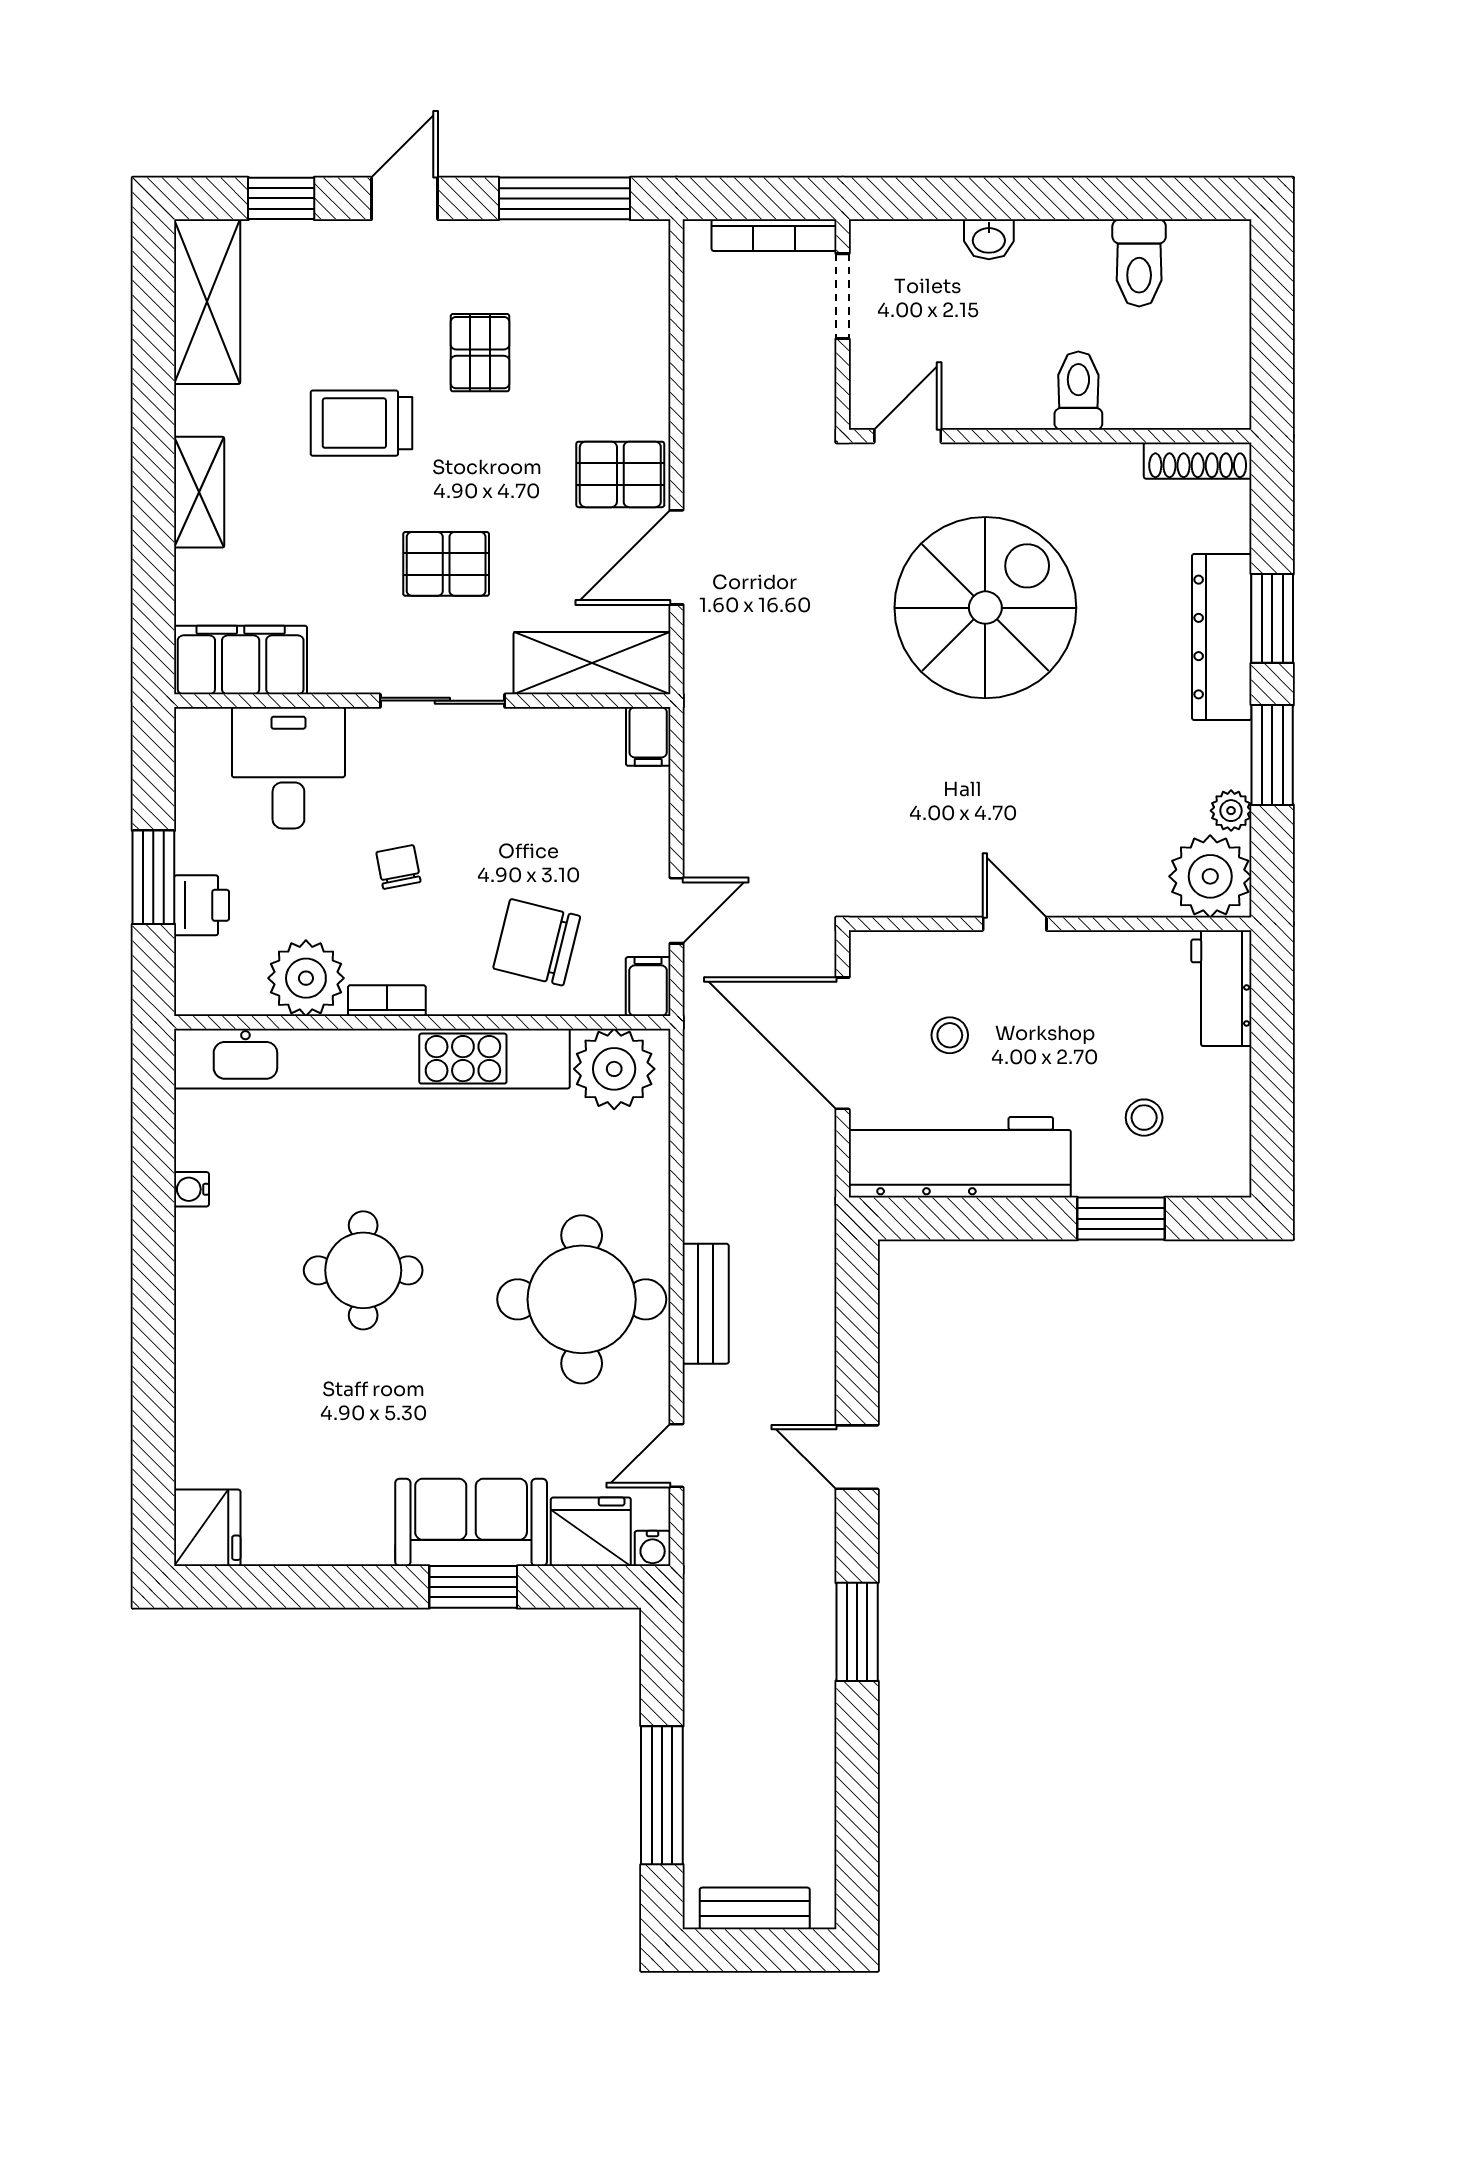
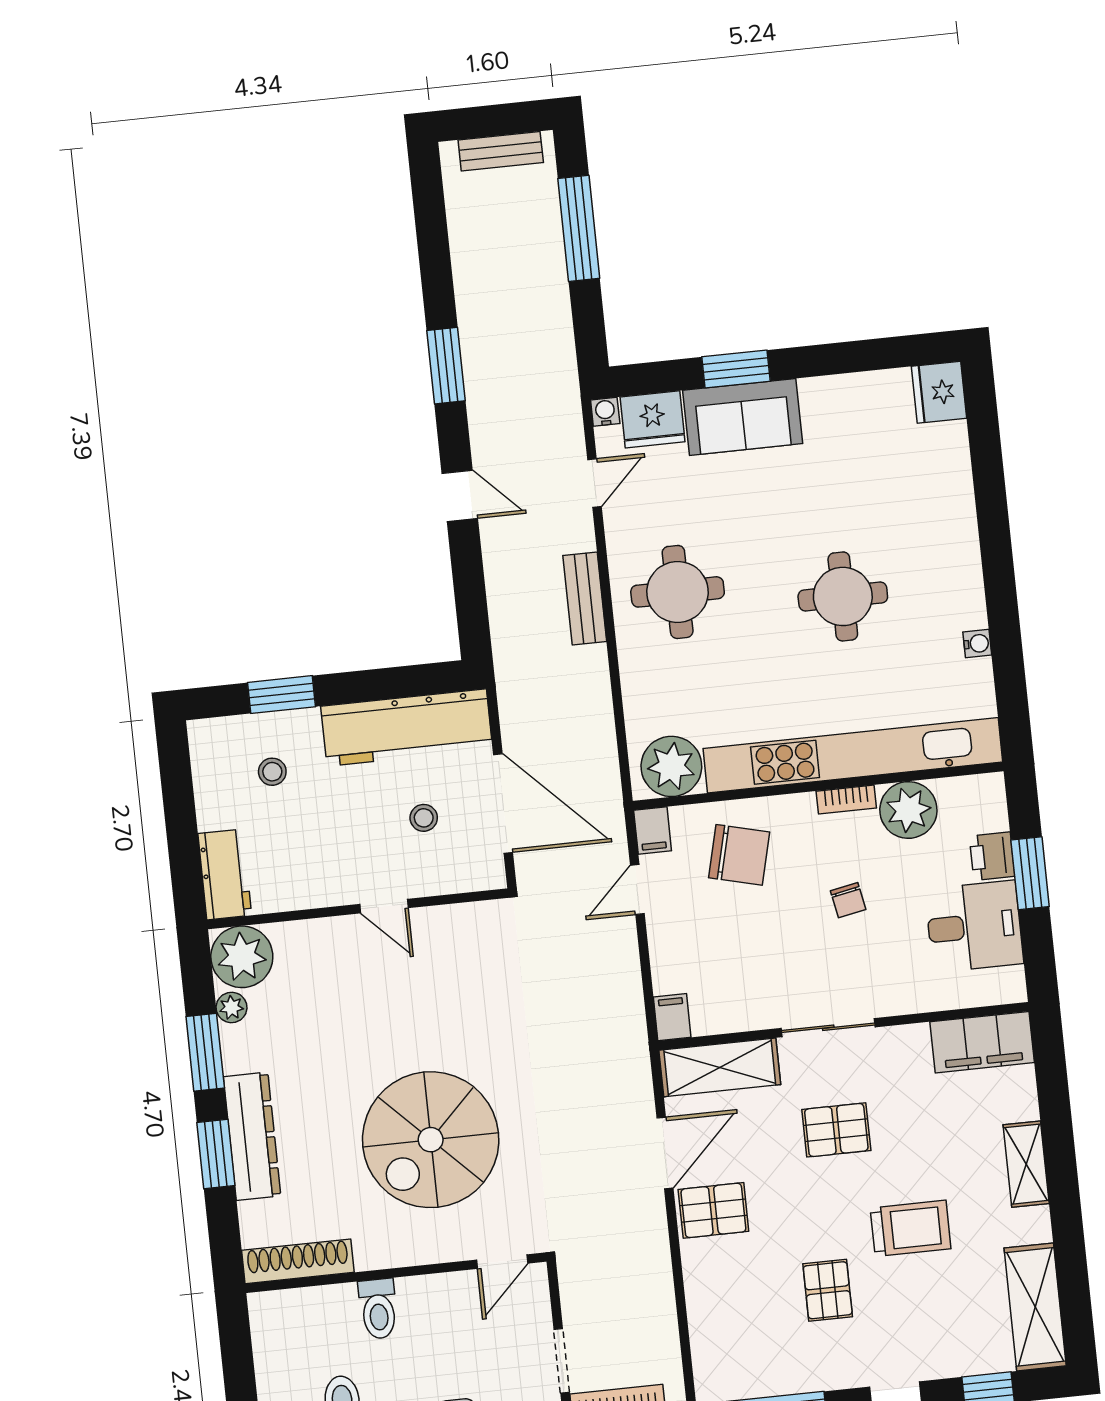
shoe rack: (1198, 461) -> (298, 1261), width x1.36, depth x1.24
desk: (288, 768) -> (974, 926), moved, turned -90
round table: (582, 1299) -> (678, 592), width x0.73, depth x0.73

